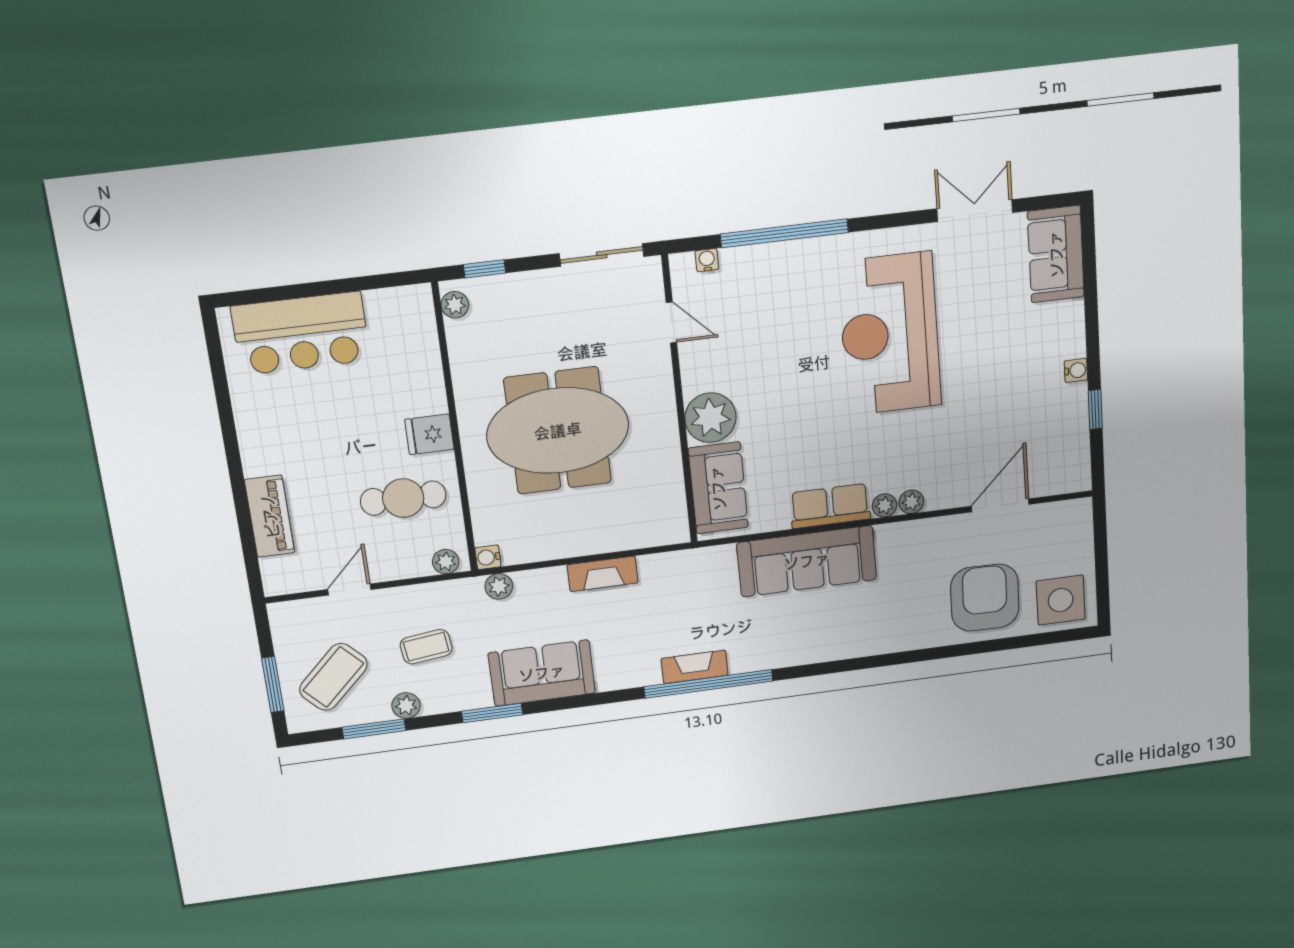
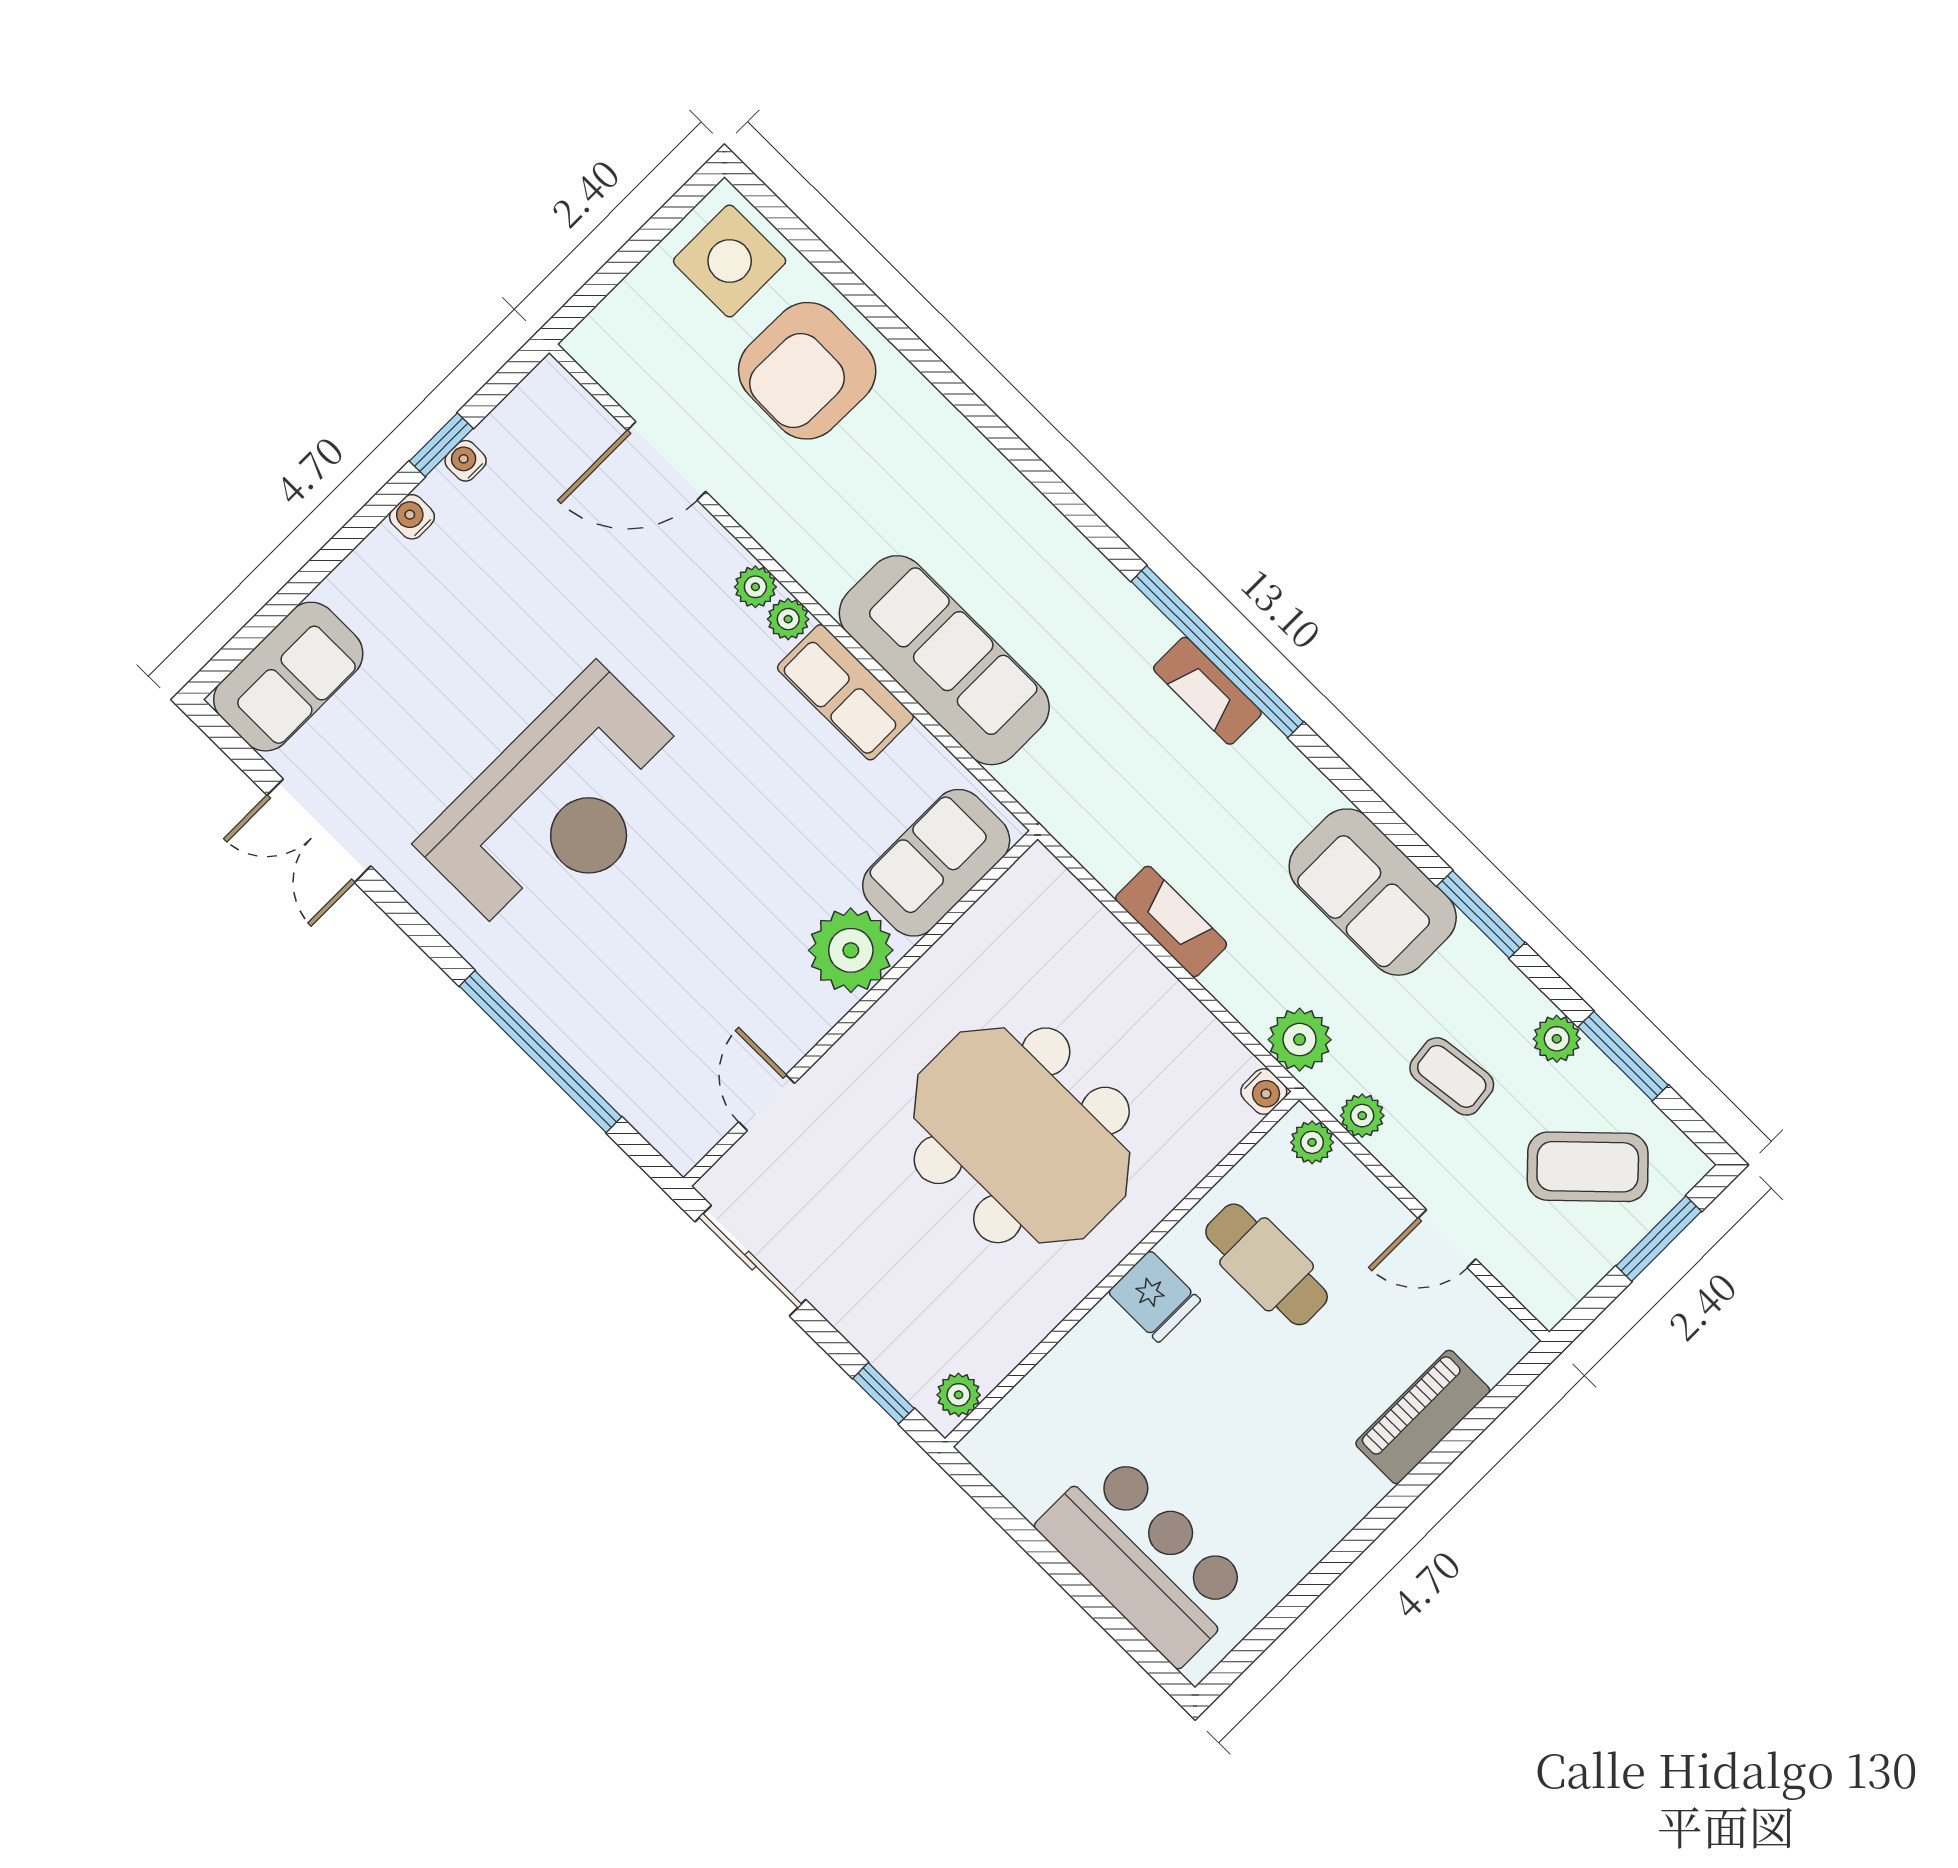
water cooler: (707, 260) -> (466, 461), moved, turned 90
plant: (499, 586) -> (1300, 1040), width x1.38, depth x1.38
plant: (440, 593) -> (1362, 1116), added

